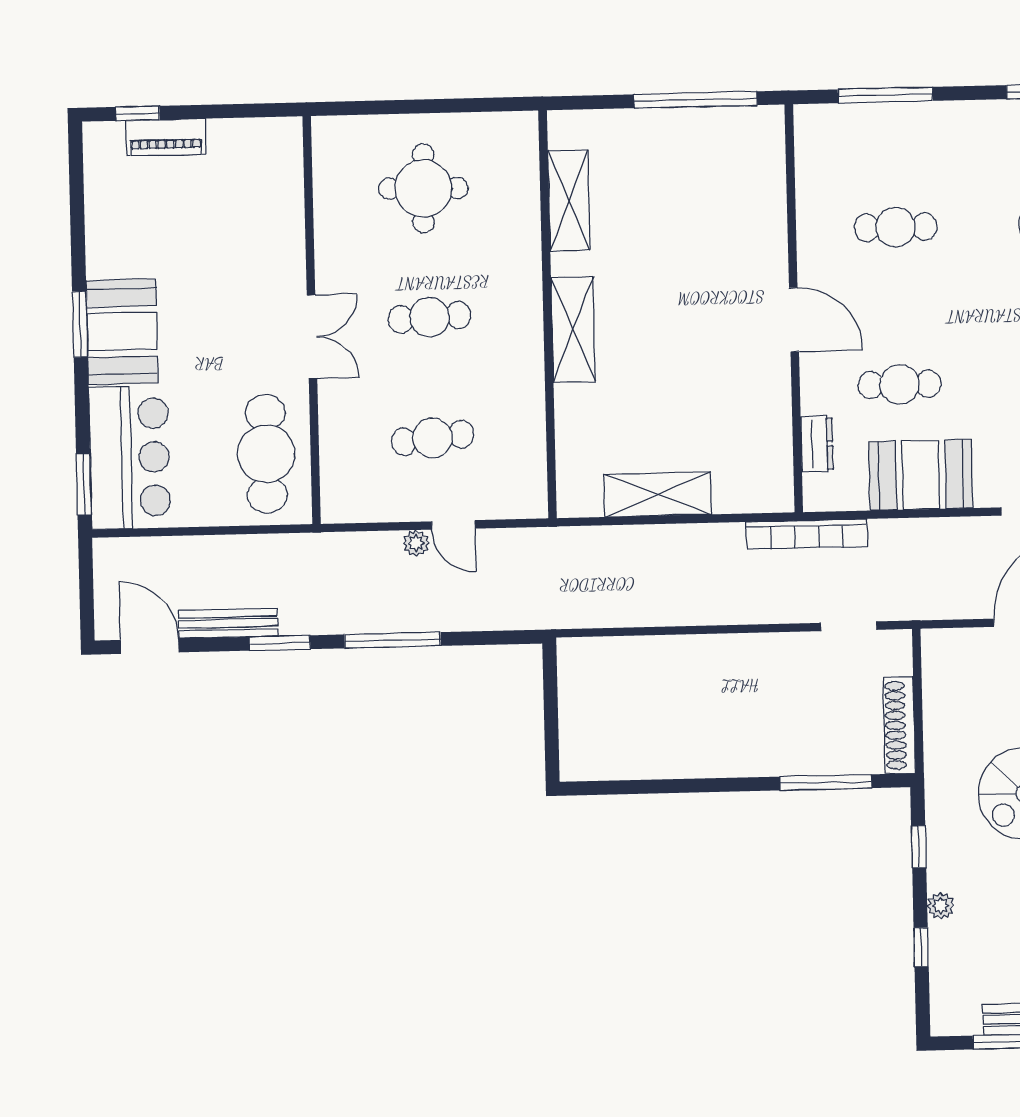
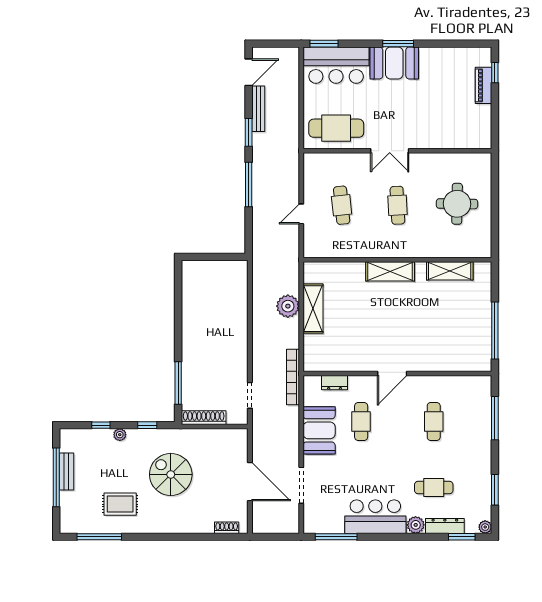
plant: (416, 543) -> (288, 306), moved, width x1.88, depth x1.88

